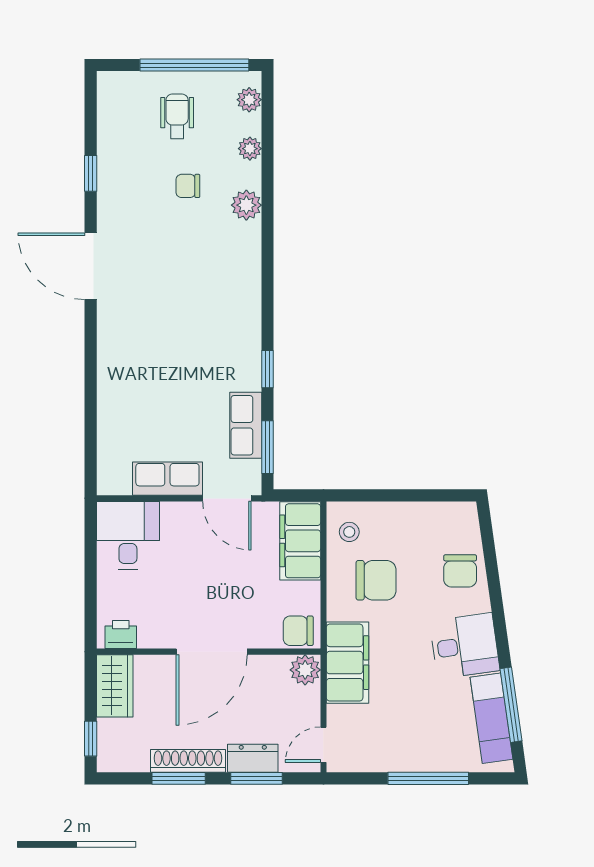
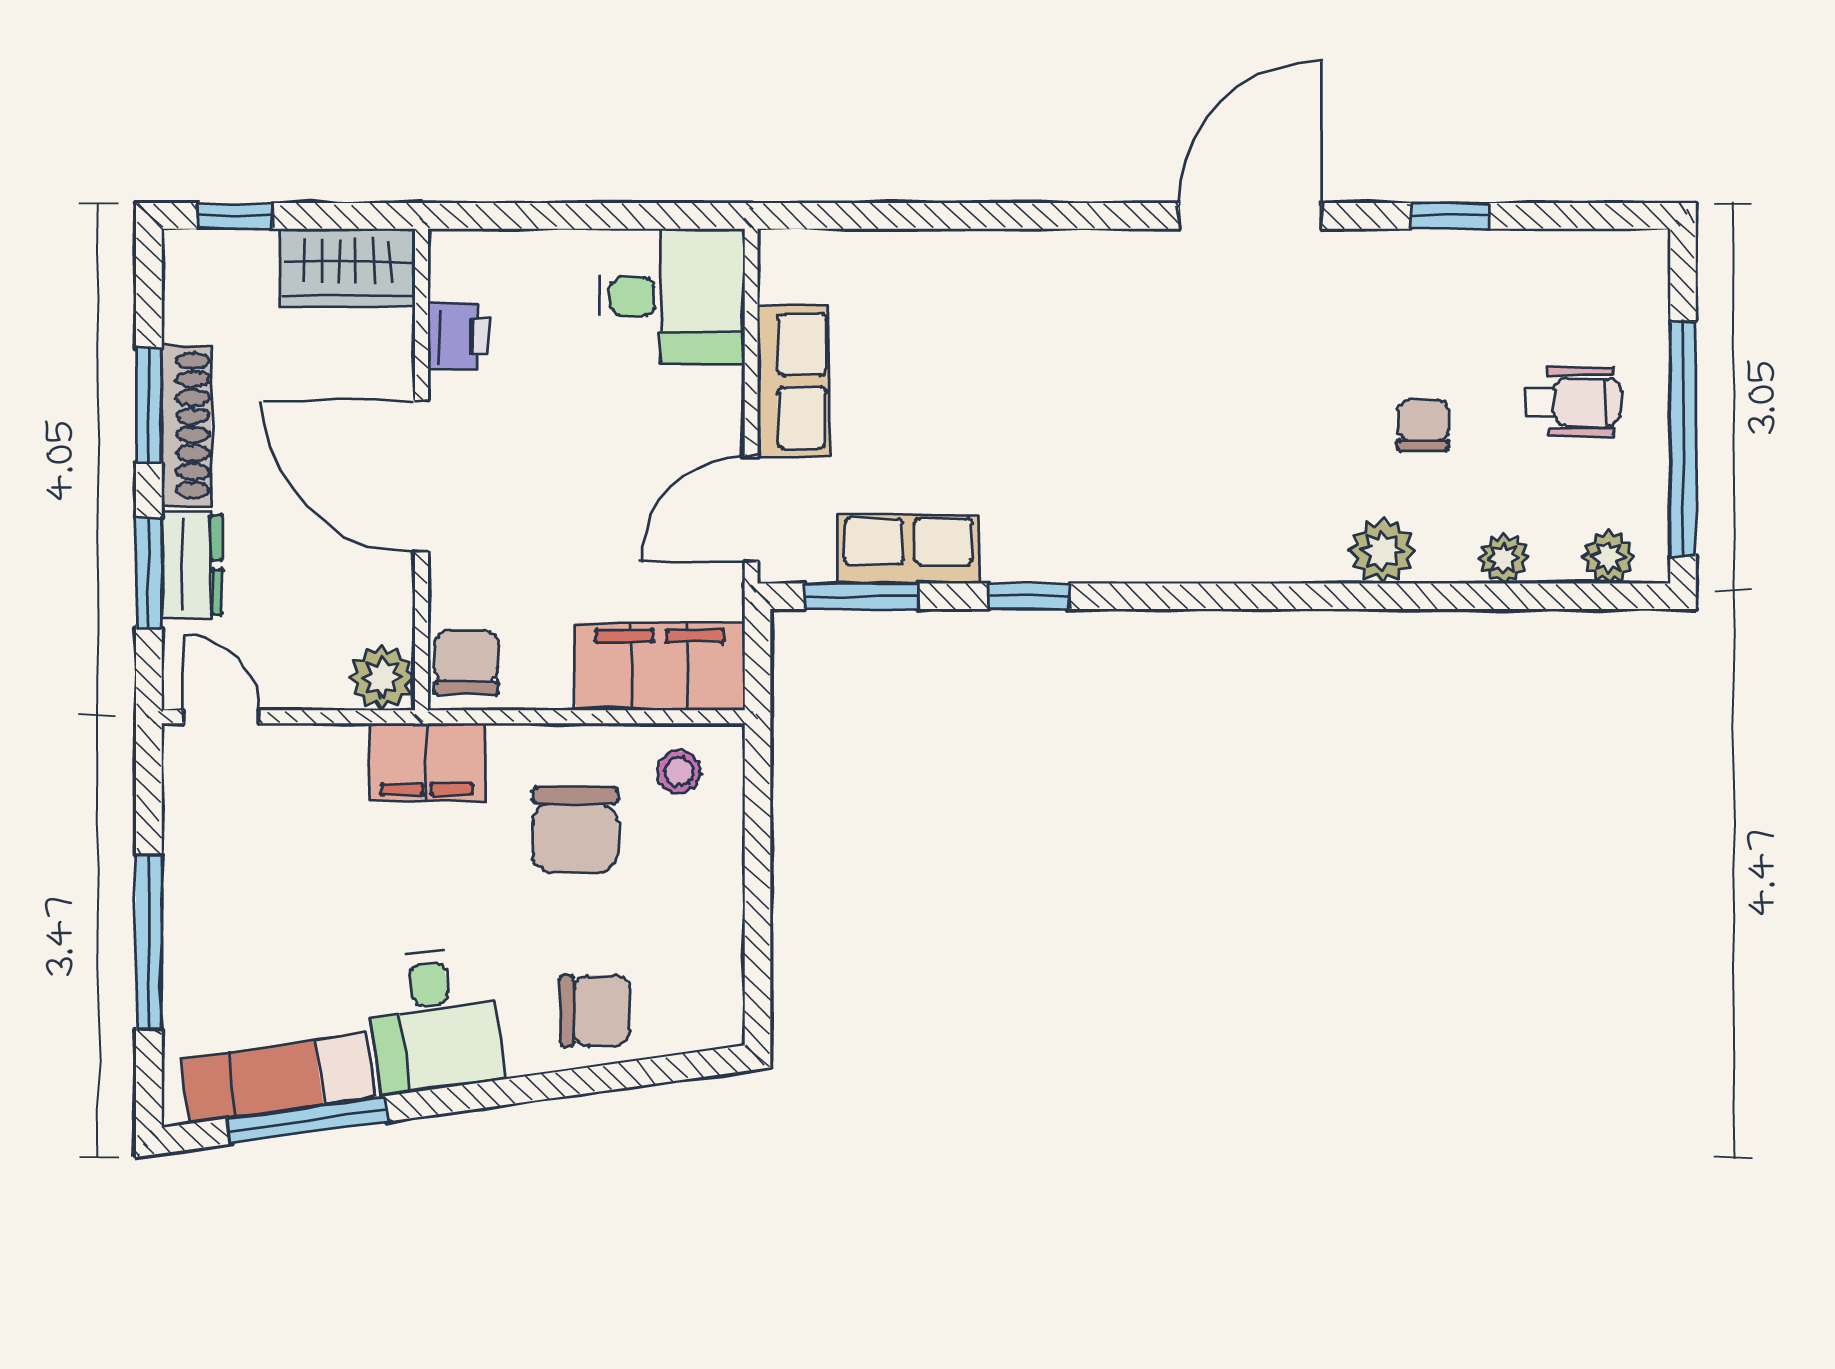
chair: (460, 571) -> (595, 1011), turned 180
printer: (121, 634) -> (458, 336), moved
filing cabinet: (348, 663) -> (427, 762), width x0.67, depth x0.86

